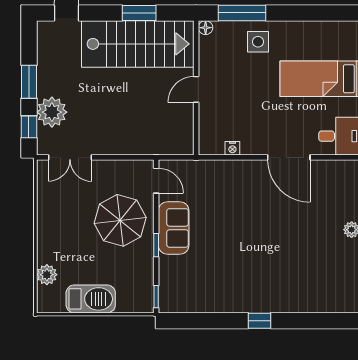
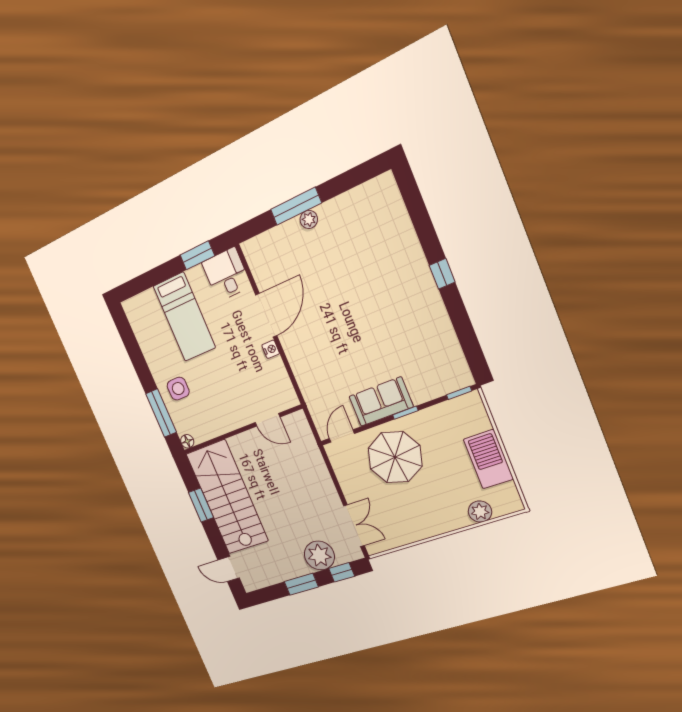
door: (196, 89) -> (268, 420), moved
nightstand: (232, 148) -> (271, 349), moved

